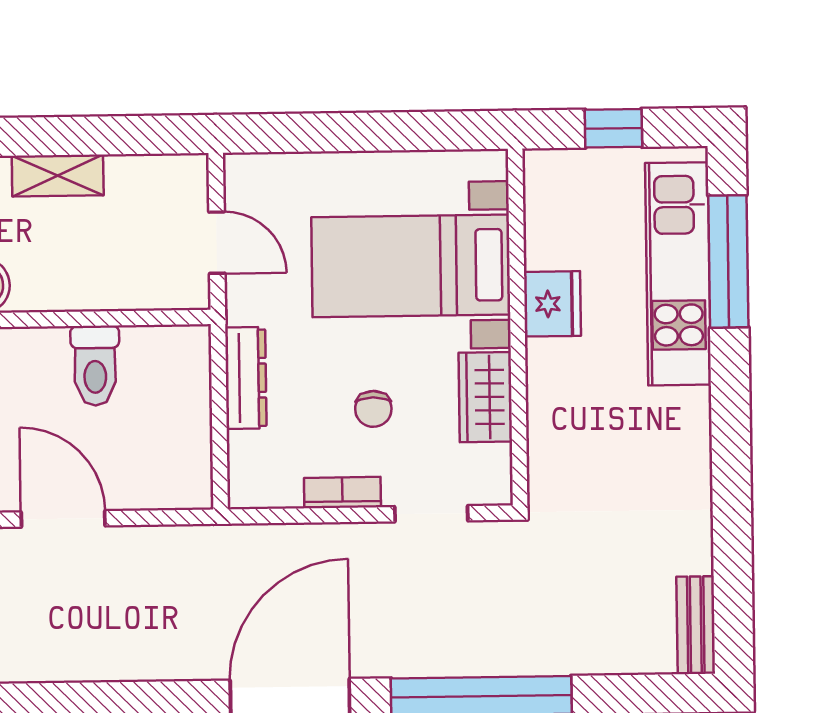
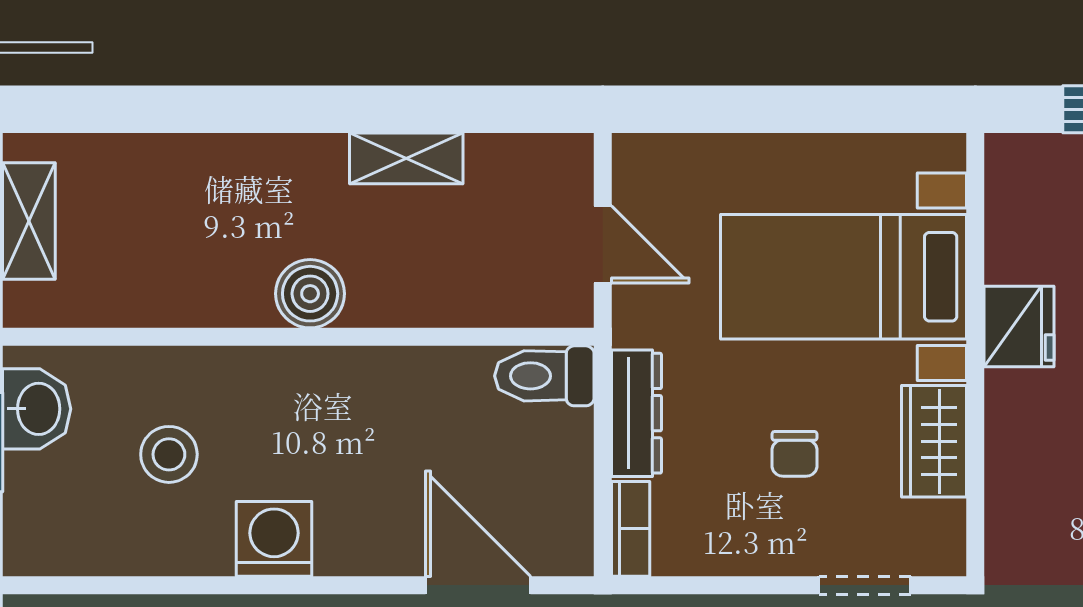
toilet: (95, 366) -> (544, 376), moved, turned 90
bookcase: (342, 492) -> (631, 529), moved, turned 90
door: (63, 519) -> (478, 585), moved

